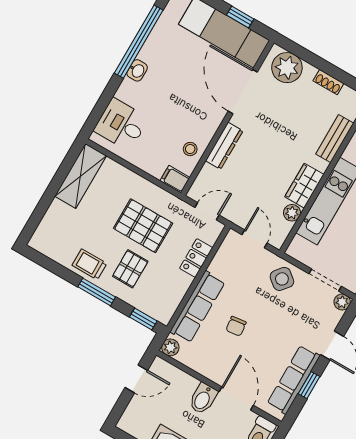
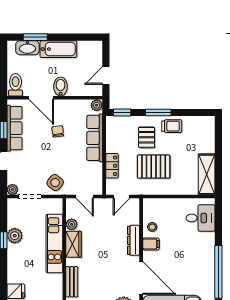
washbasin: (137, 70) -> (210, 255), removed
filing cabinet: (175, 179) -> (151, 244), moved
chair: (236, 326) -> (58, 131), moved

